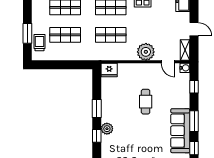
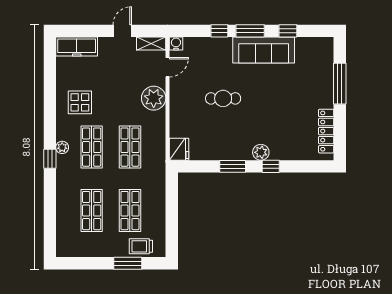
window: (194, 87) -> (219, 31), moved

